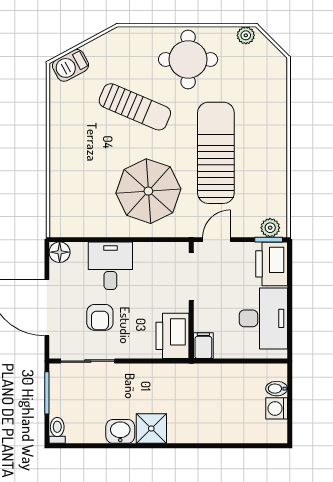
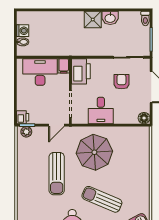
sun lounger: (216, 153) -> (57, 174), width x0.73, depth x0.75
printer: (272, 264) -> (23, 117), width x0.53, depth x0.68
desk: (110, 266) -> (101, 111), moved
desk: (263, 318) -> (40, 72), moved, turned 90

